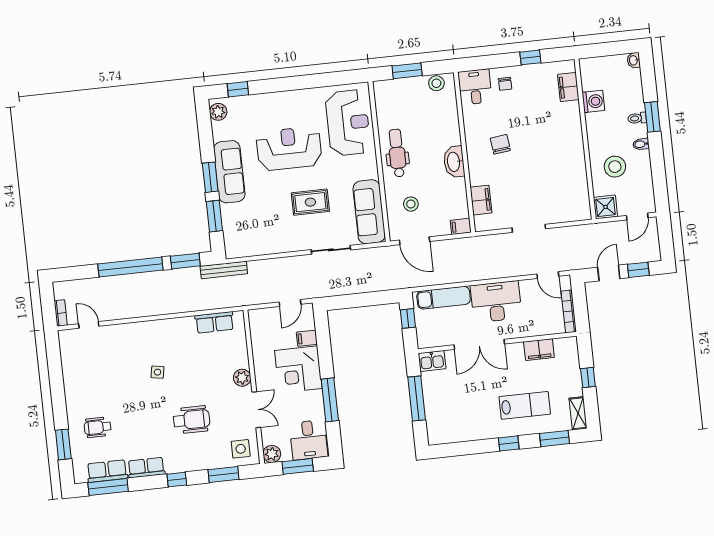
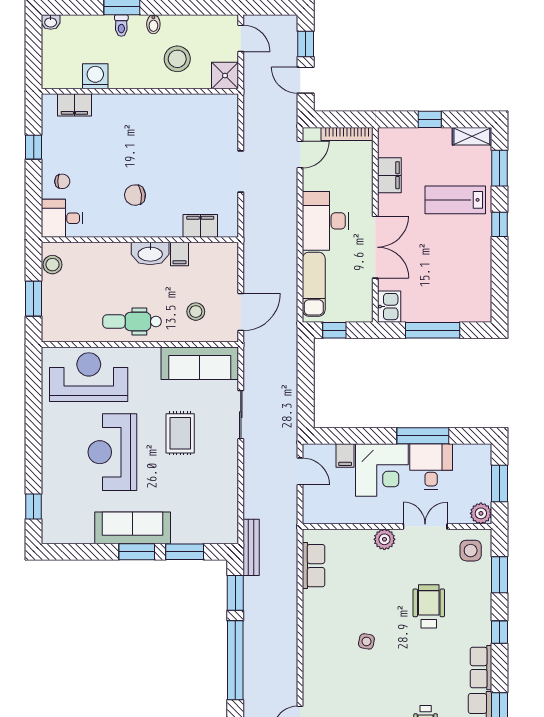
plant: (218, 112) -> (58, 533), removed
filing cabinet: (461, 226) -> (179, 254), moved
lab bench: (525, 405) -> (455, 200), turned -90
desk: (309, 440) -> (431, 467), moved, turned -90

